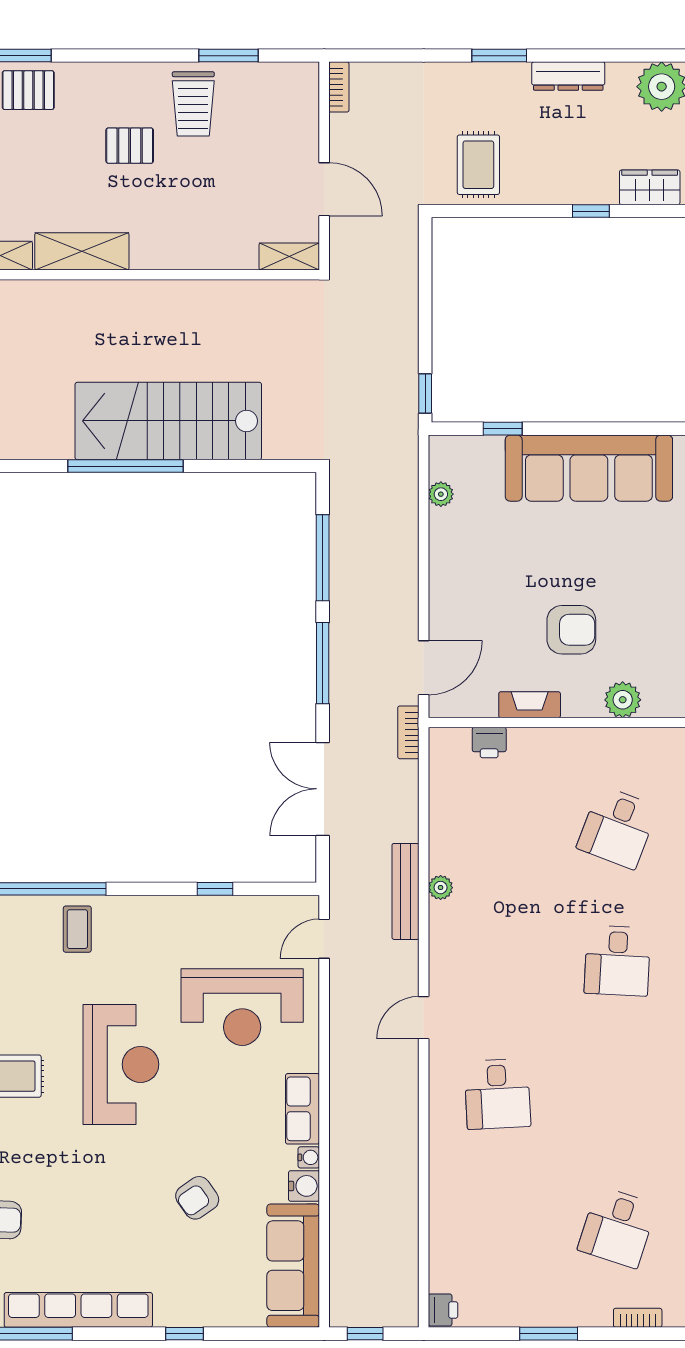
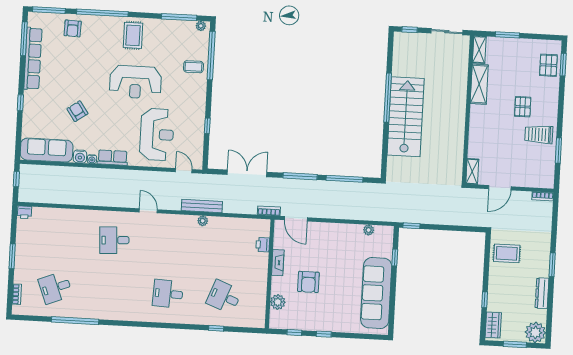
reception desk: (242, 1007) -> (157, 134), turned 180
desk: (617, 1227) -> (55, 288), turned -39

